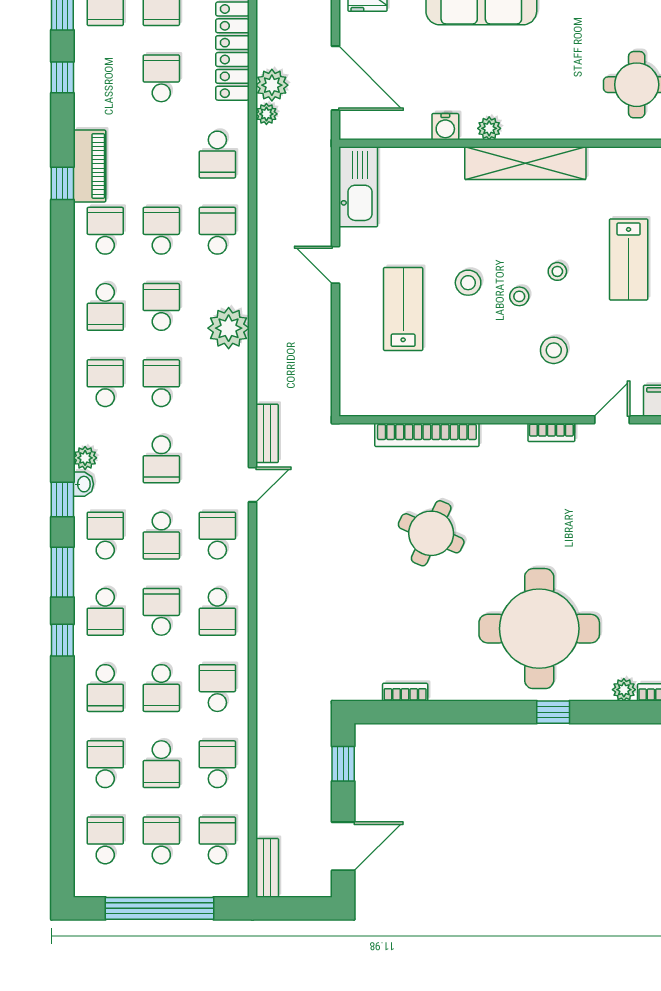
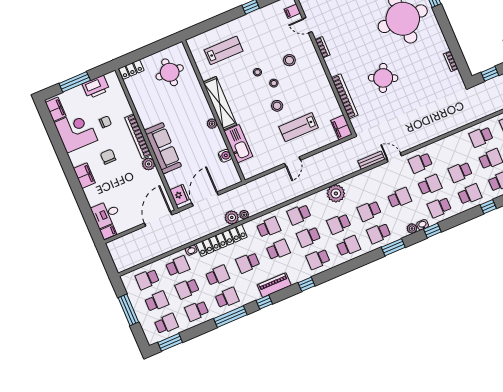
door: (335, 78) -> (205, 199), moved
water cooler: (445, 127) -> (225, 156), moved
piano: (90, 166) -> (274, 285), moved
kitchen sink: (358, 187) -> (238, 144), moved, turned 90
lab bench: (629, 259) -> (224, 50), moved
filing cabinet: (364, 400) -> (341, 127), added
window: (62, 572) -> (393, 247), moved
school desk: (217, 612) -> (278, 250), moved

